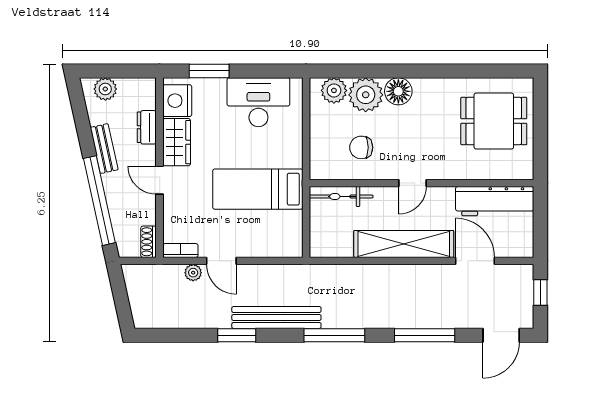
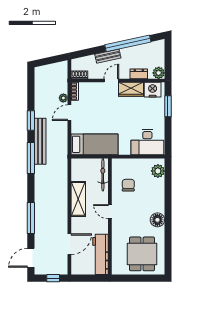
plant: (105, 89) -> (159, 73), moved
floor lamp: (398, 91) -> (157, 220), moved
plant: (366, 95) -> (156, 187), removed
desk: (258, 102) -> (147, 142), moved, turned 90
bench: (104, 149) -> (108, 56), moved
bed: (258, 189) -> (95, 144), moved, turned 90
window: (99, 201) -> (128, 43), moved
shelving: (404, 244) -> (78, 199), width x0.68
window: (334, 335) -> (31, 158), moved
door: (501, 335) -> (31, 258), hinge flipped

